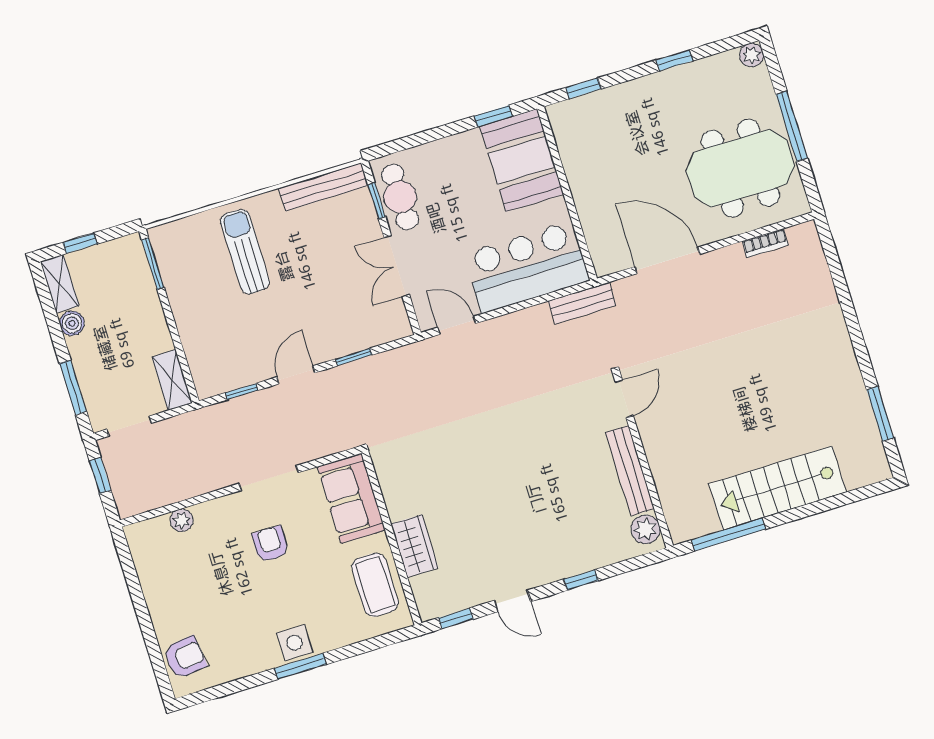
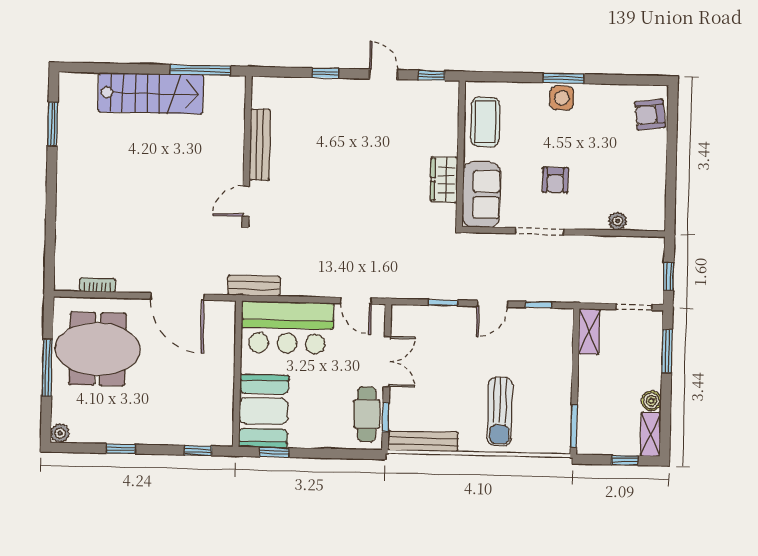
plant: (646, 529) -> (263, 95), removed
wardrobe: (414, 546) -> (444, 180), moved

